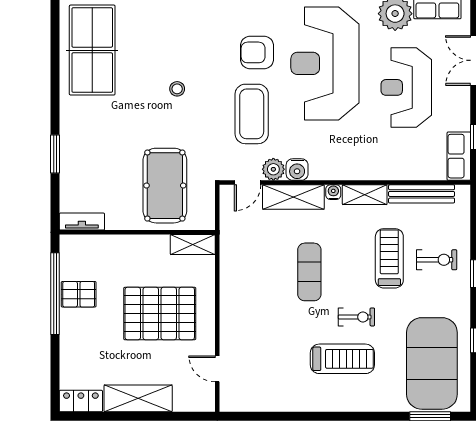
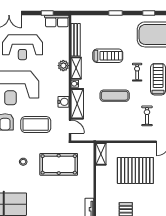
plant: (273, 169) -> (63, 66), moved
pool table: (165, 186) -> (59, 164), moved
treadmill: (389, 258) -> (108, 56), turned 180
exercise bike: (437, 260) -> (147, 116), moved
pallet: (160, 314) -> (135, 170), turned 90

